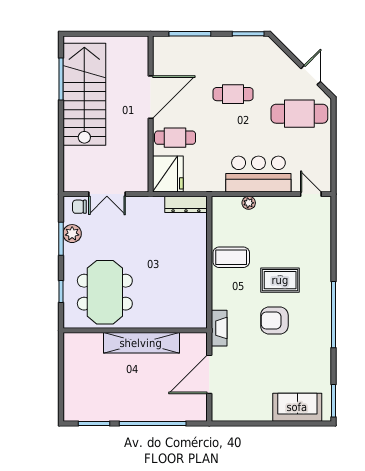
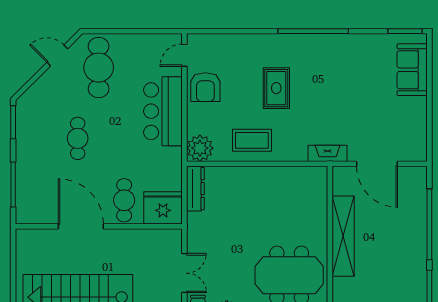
plant: (249, 203) -> (200, 148), moved, width x1.88, depth x1.88
coffee table: (231, 257) -> (252, 140), turned 90
armchair: (274, 321) -> (205, 87), moved

